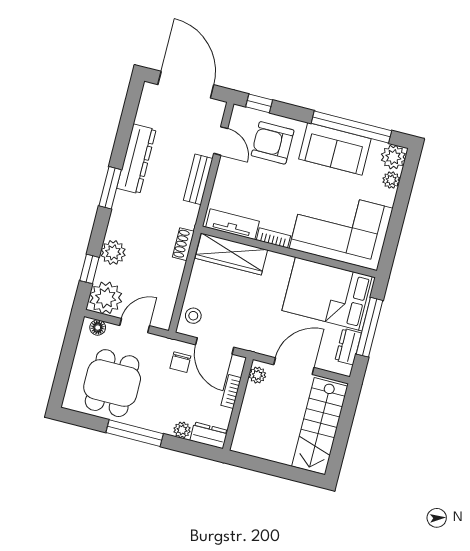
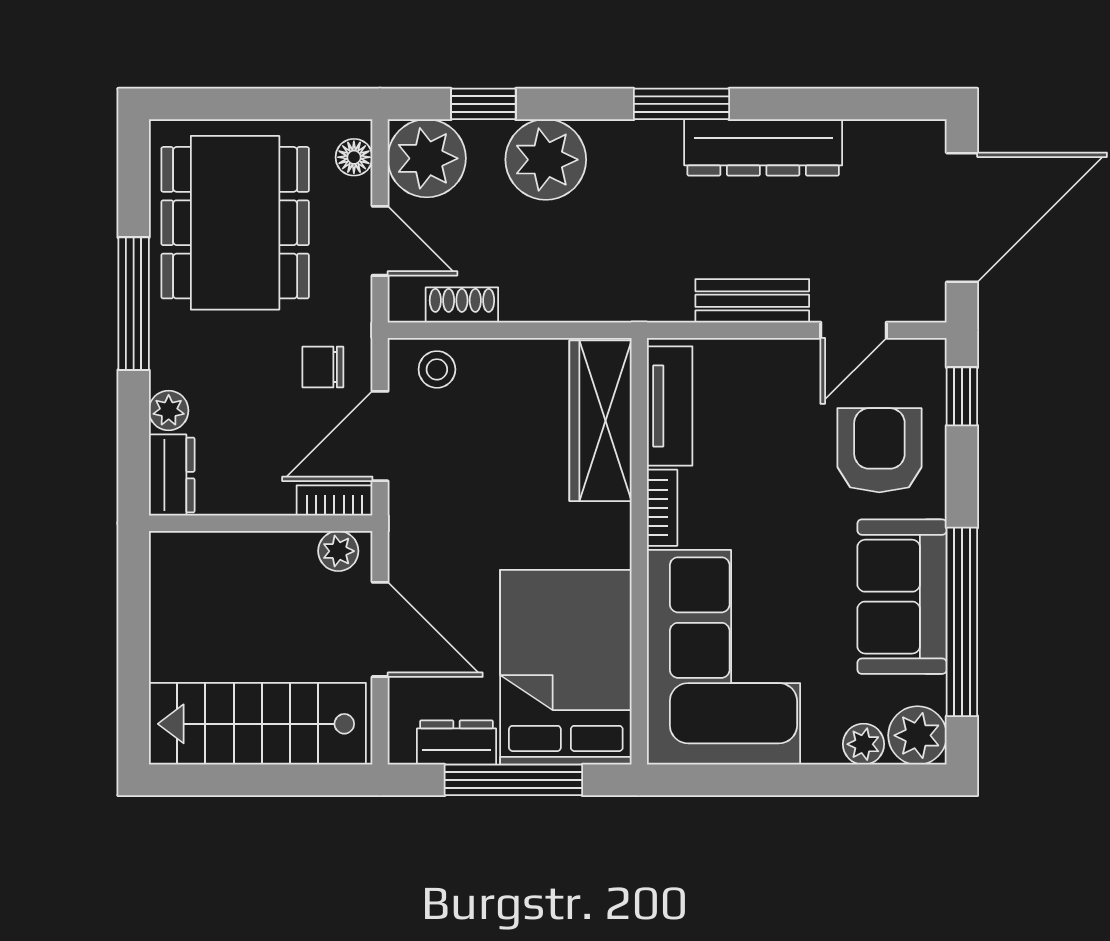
shoe rack: (183, 244) -> (462, 305), moved
plant: (113, 252) -> (546, 160), width x1.36, depth x1.36
dining table: (112, 383) -> (235, 223), width x1.38
bookcase: (231, 392) -> (334, 501), moved

